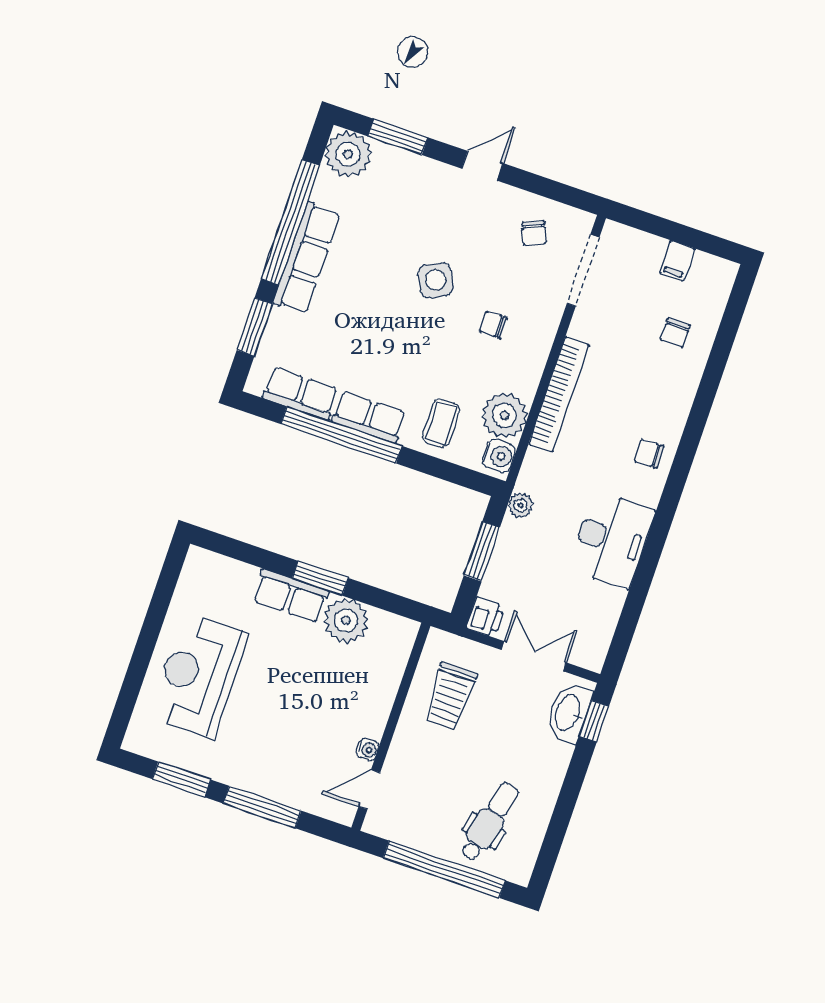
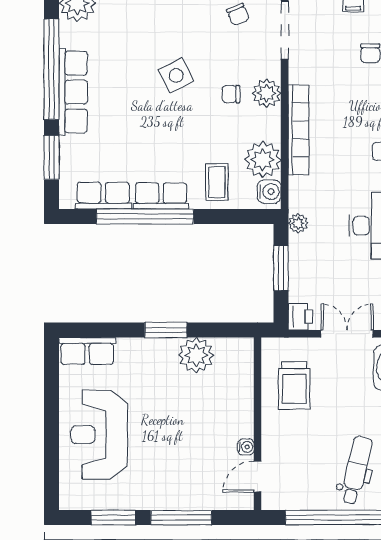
plant: (536, 338) -> (267, 93), added
row of seats: (291, 596) -> (87, 351), moved

